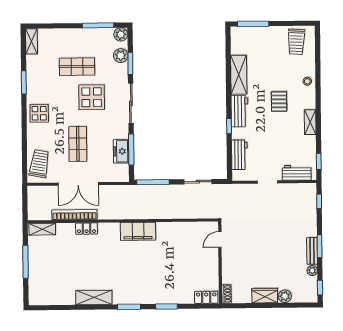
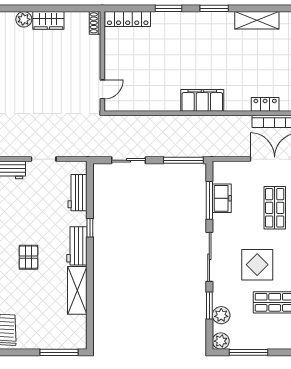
locker: (206, 297) -> (128, 19), width x1.53

